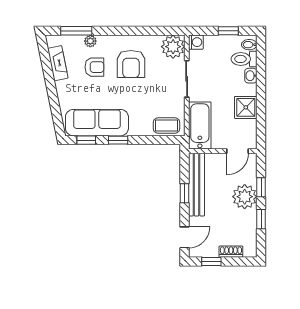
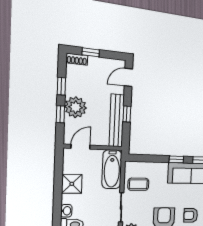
coffee table: (166, 126) -> (138, 184), moved
shoe rack: (231, 252) -> (77, 59), moved
window: (211, 262) -> (91, 52), moved

